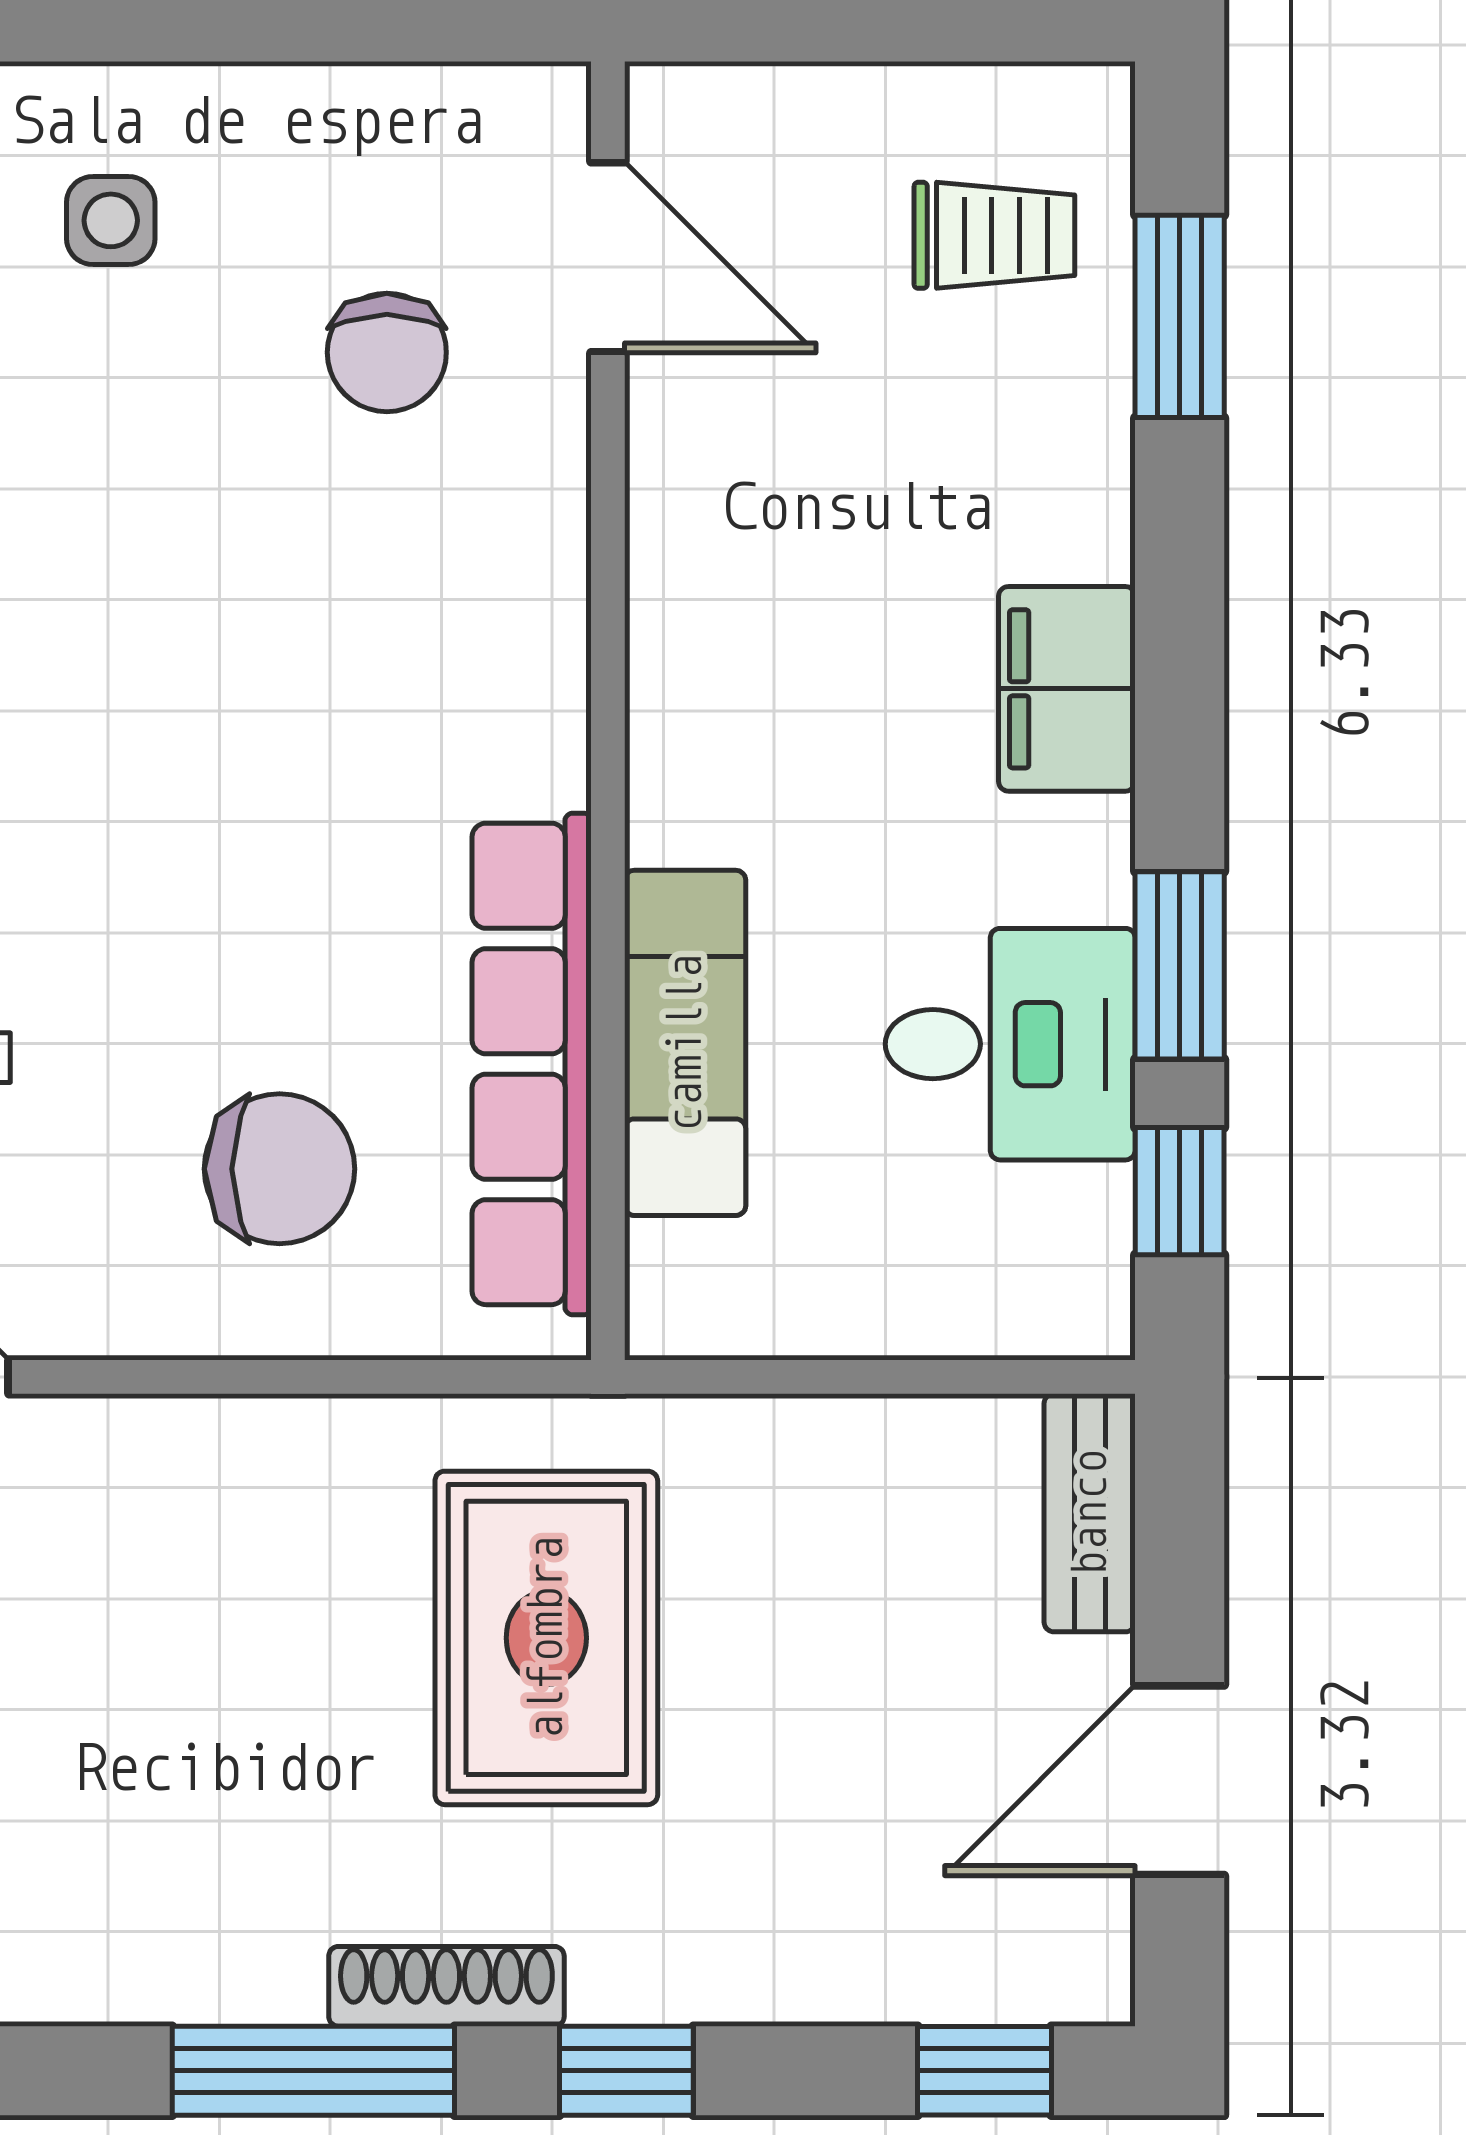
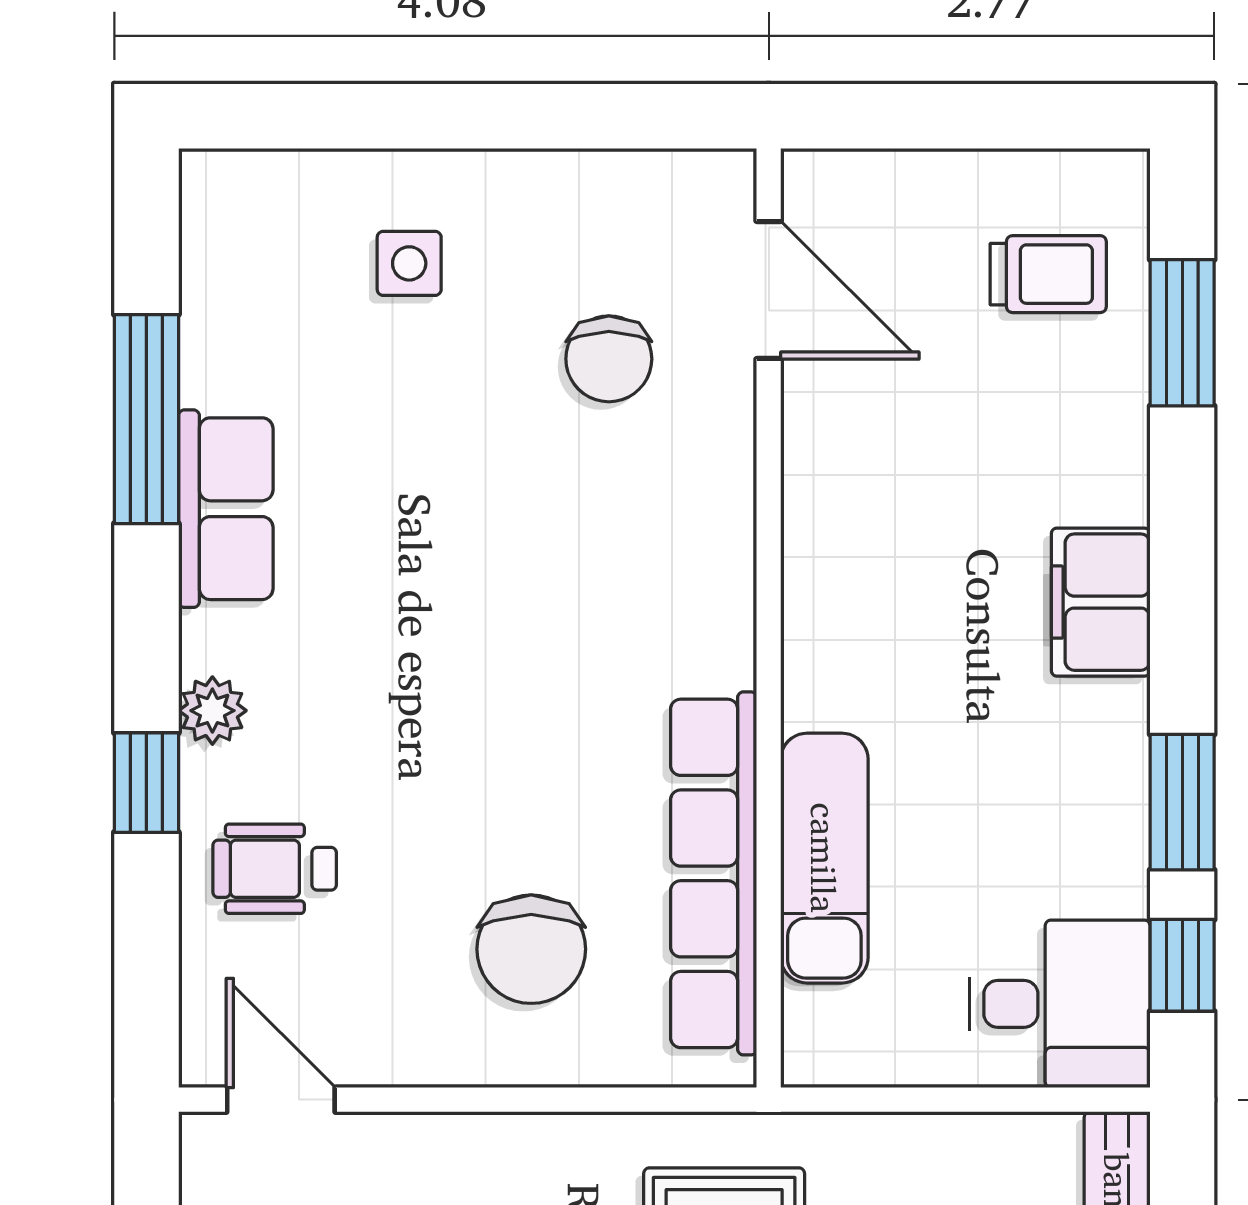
desk: (1010, 1044) -> (1060, 1004), moved
chair: (280, 1169) -> (531, 949), turned 90

